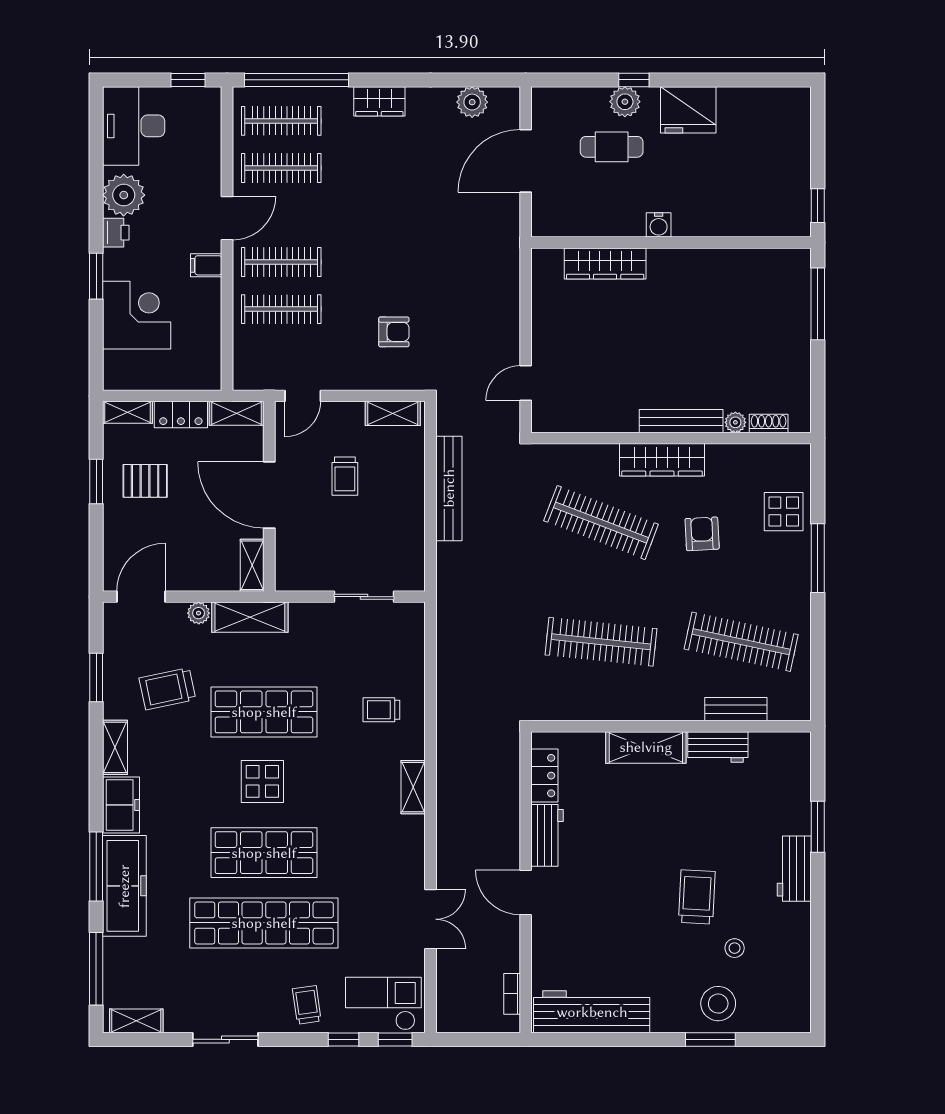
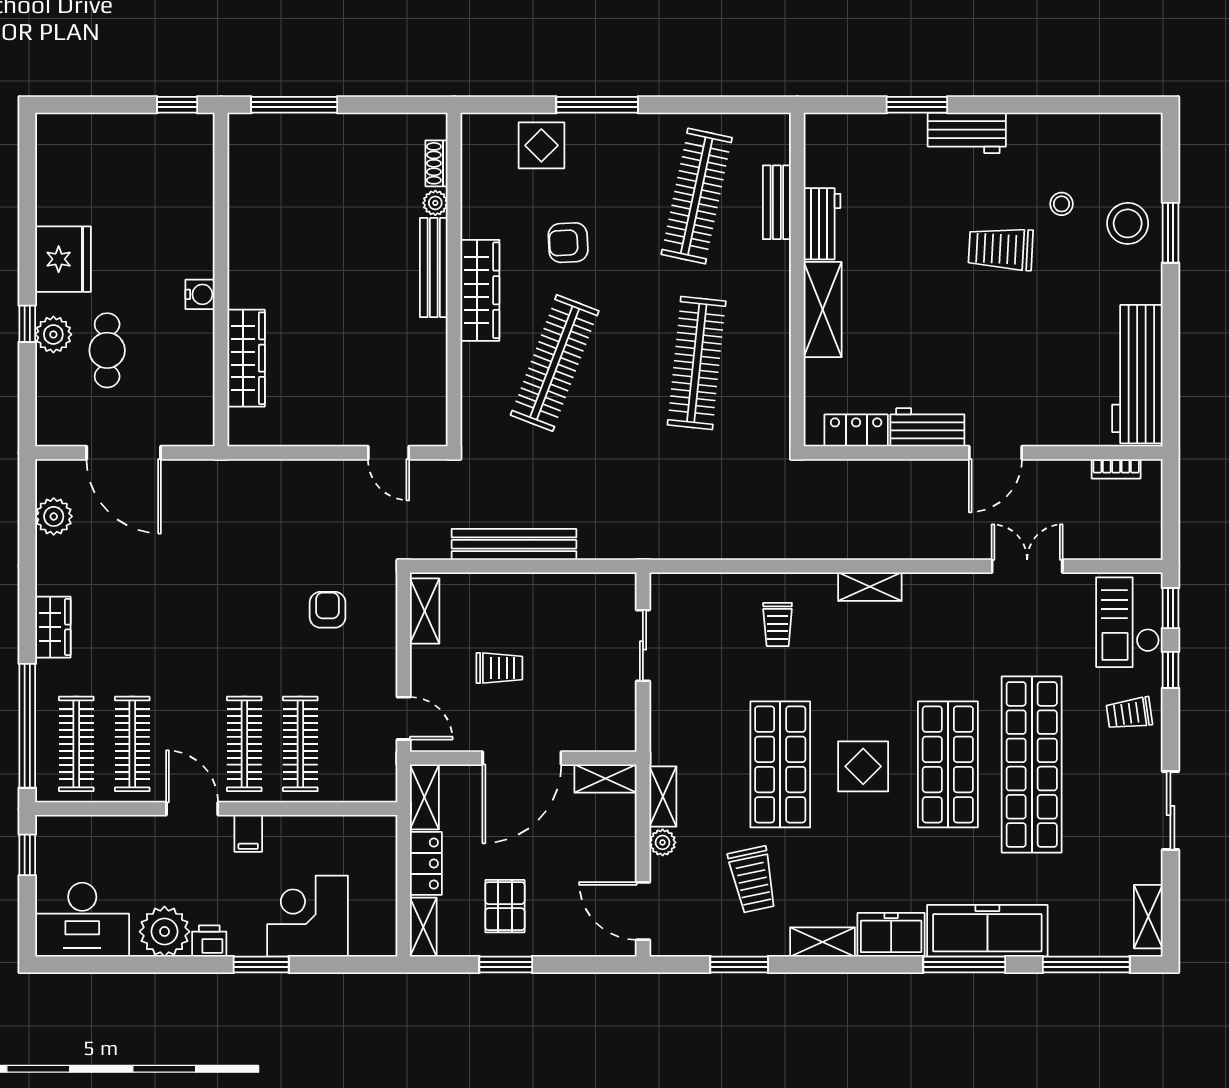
shelving: (250, 617) -> (663, 796), width x0.67, depth x0.75

